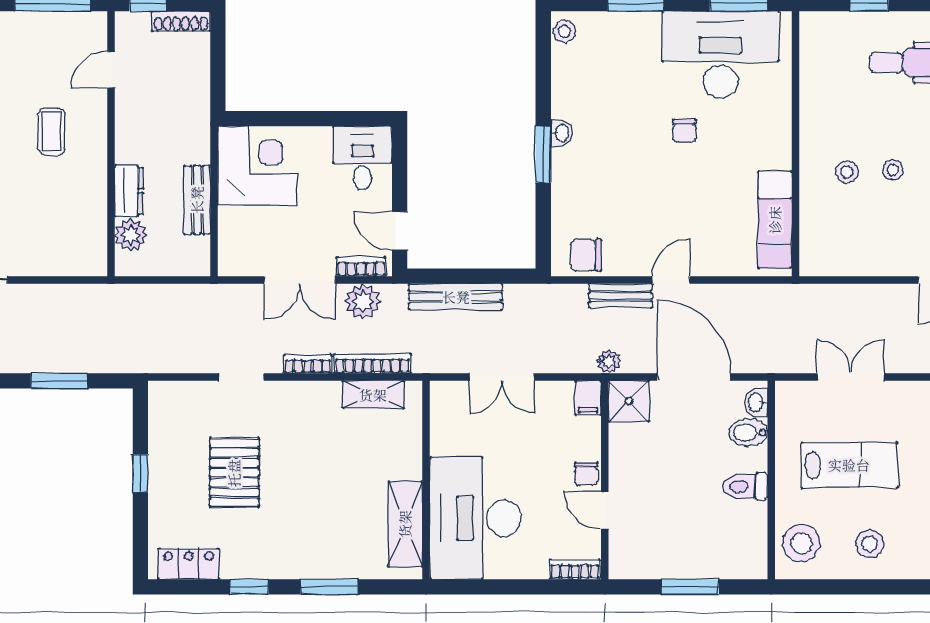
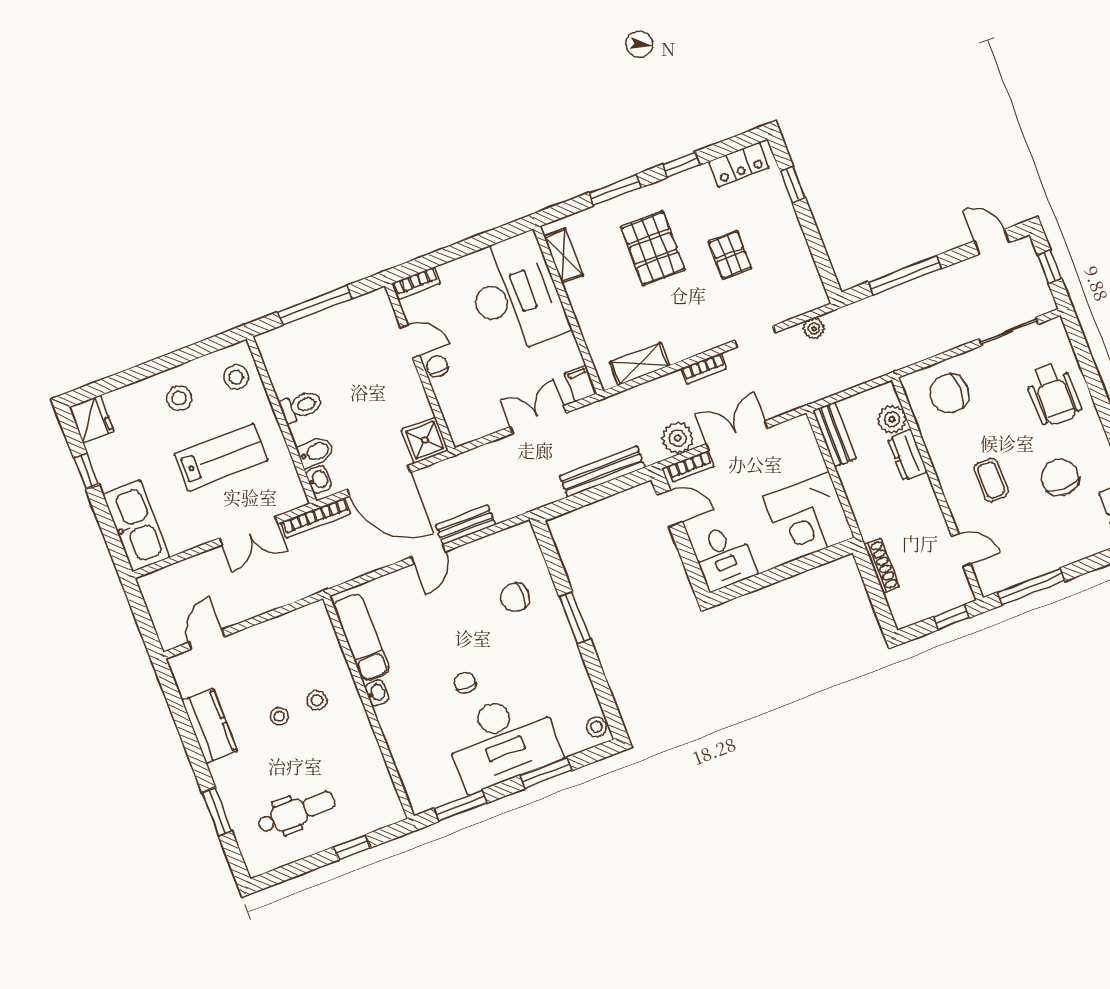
shoe rack: (181, 21) -> (882, 566), moved, turned 90
desk: (720, 55) -> (502, 741), moved
door: (111, 70) -> (961, 550), hinge flipped
washbasin: (562, 133) -> (377, 693), moved, turned 180
bench: (197, 200) -> (834, 435), moved
chair: (60, 239) -> (949, 394), added
chair: (586, 255) -> (515, 598), moved, turned 180
plant: (609, 361) -> (814, 329), moved
bookcase: (372, 363) -> (316, 518), moved
window: (59, 381) -> (905, 275), width x1.44
filing cabinet: (588, 398) -> (581, 383), moved
lab bench: (849, 465) -> (221, 457), turned 180
window: (140, 473) -> (793, 184), moved
pallet: (234, 473) -> (730, 255), width x0.67, depth x0.71
pallet: (313, 511) -> (653, 248), added
shelving: (405, 524) -> (563, 256), width x0.67, depth x0.75
stool: (801, 543) -> (236, 377), width x0.73, depth x0.73
window: (690, 587) -> (315, 305), width x1.44

